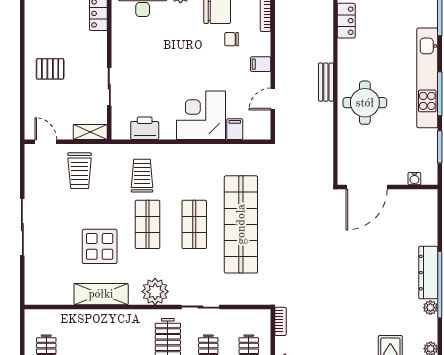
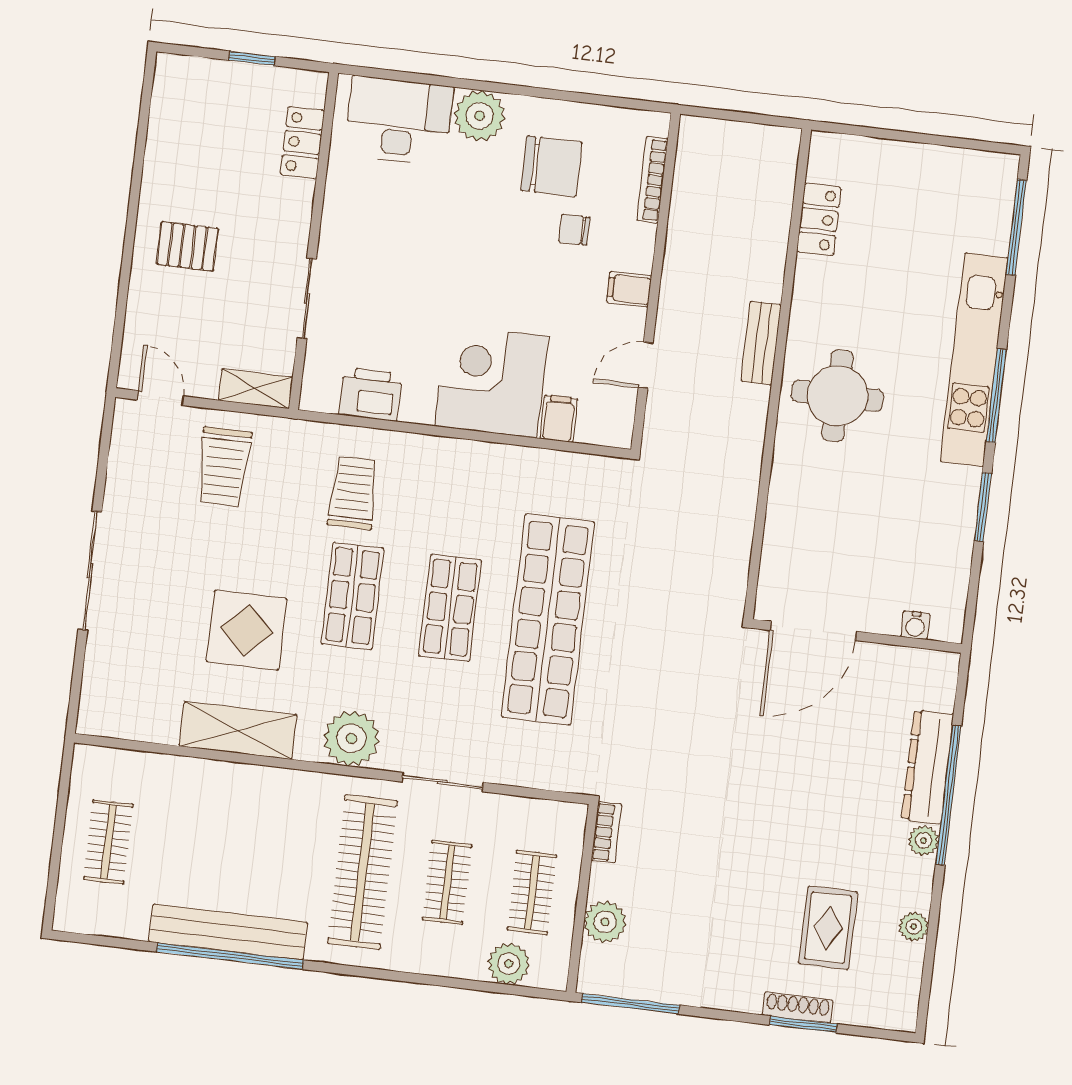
water cooler: (414, 179) -> (915, 625), moved
door: (367, 187) -> (813, 631), moved
wall: (388, 187) -> (857, 636), moved

